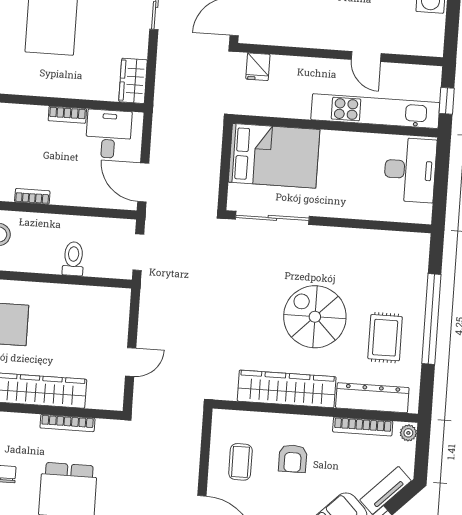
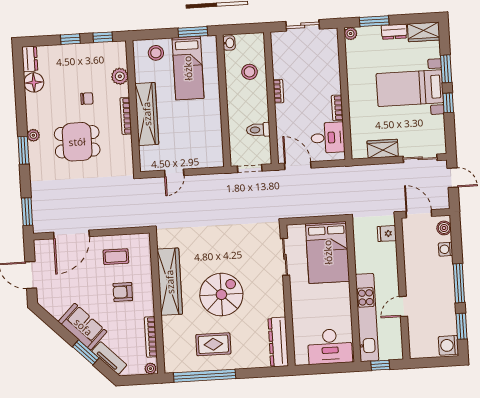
wardrobe: (133, 81) -> (383, 149), moved
door: (143, 182) -> (298, 166), hinge flipped
sliding door: (272, 218) -> (285, 257), width x0.73
toilet: (73, 259) -> (258, 130), moved, turned 180
window: (431, 319) -> (205, 376), moved
door: (131, 362) -> (174, 173), hinge flipped
dresser: (372, 398) -> (278, 342), moved, turned 180
bookcase: (67, 423) -> (126, 116), moved

